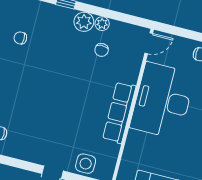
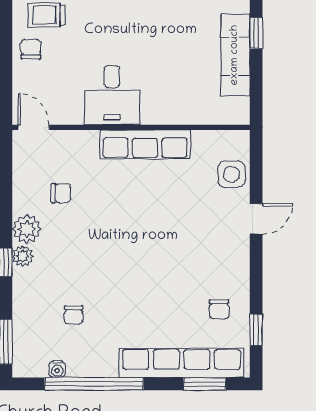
plant: (102, 24) -> (23, 256), moved
desk: (163, 101) -> (112, 95), width x0.53, depth x0.77

